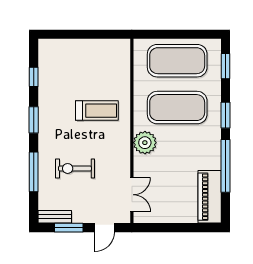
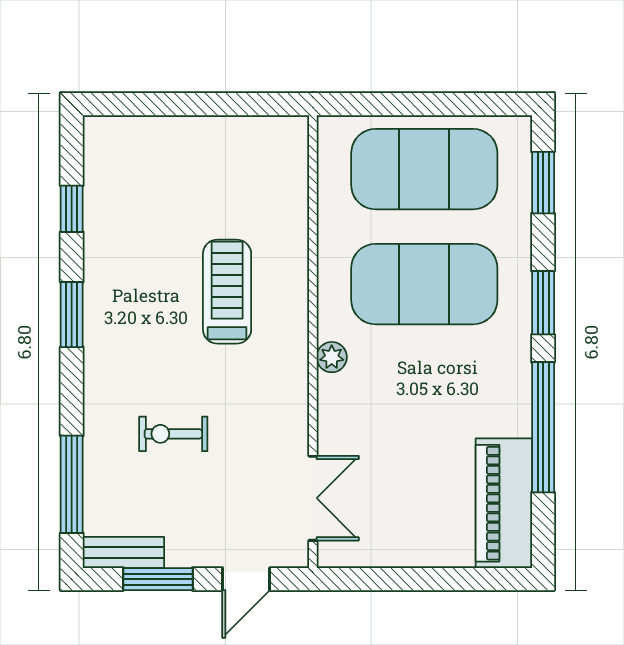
treadmill: (97, 111) -> (227, 292), turned -90
plant: (145, 143) -> (332, 357), width x0.53, depth x0.53
exercise bike: (75, 168) -> (173, 434), width x0.73, depth x0.72
window: (34, 172) -> (72, 484), moved

